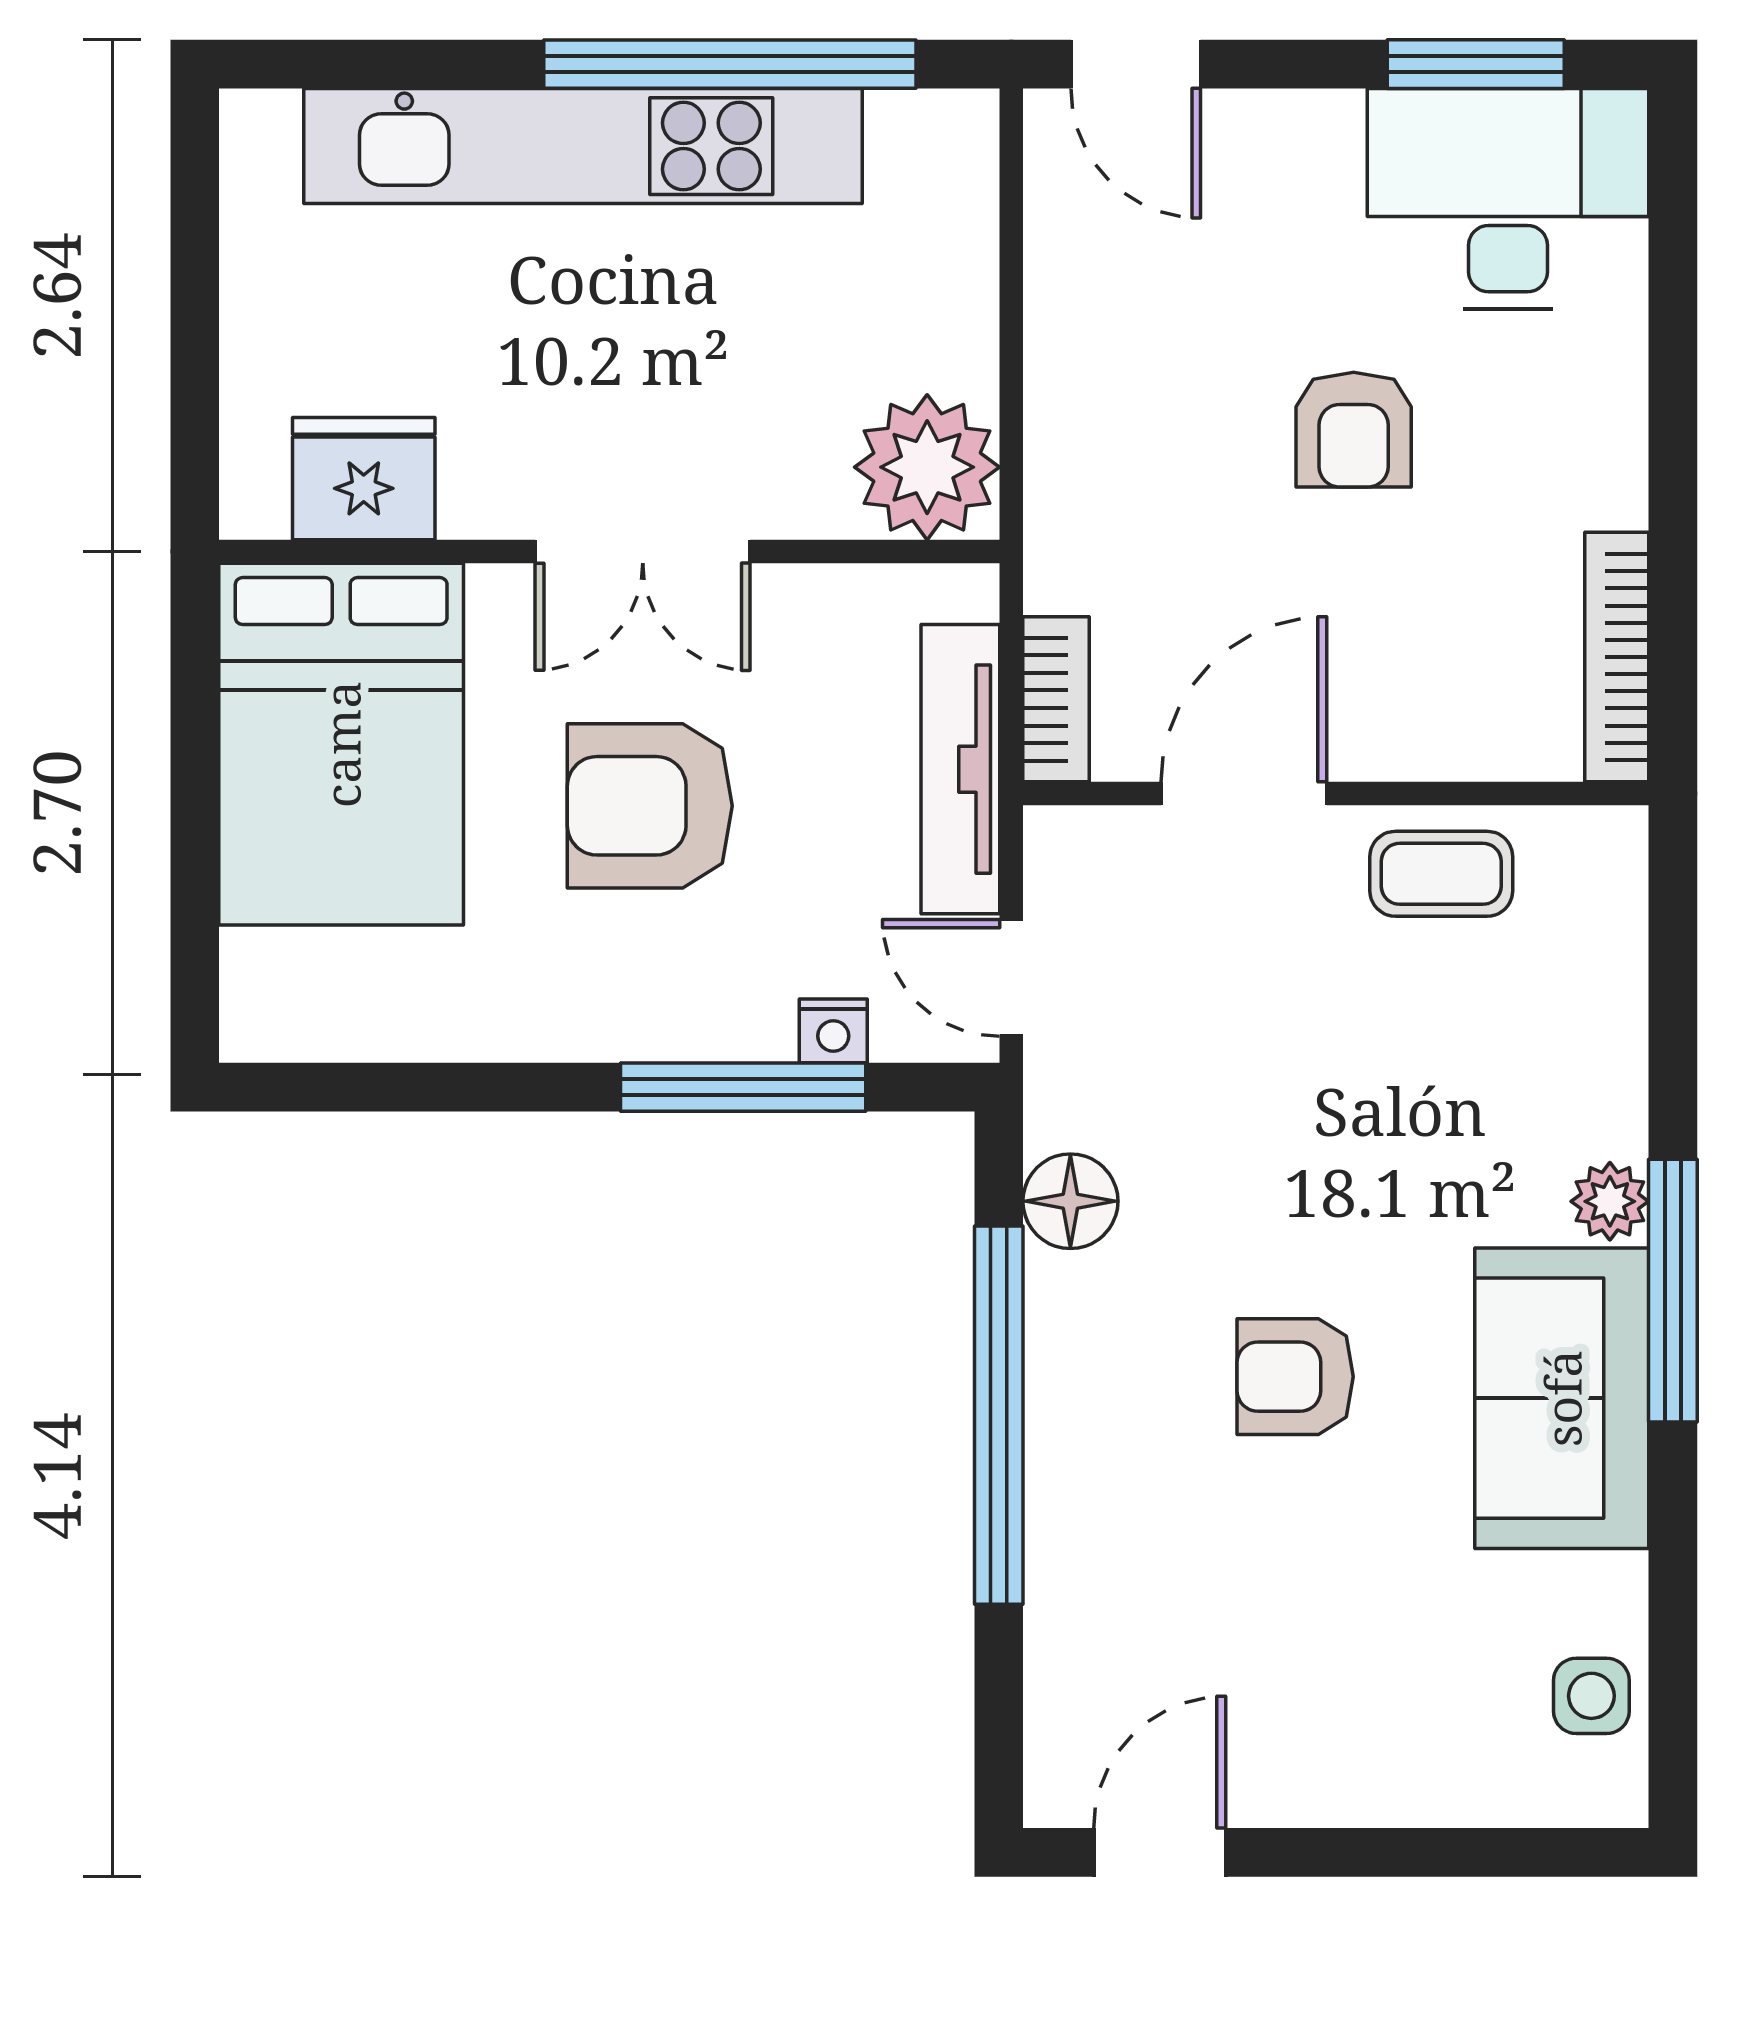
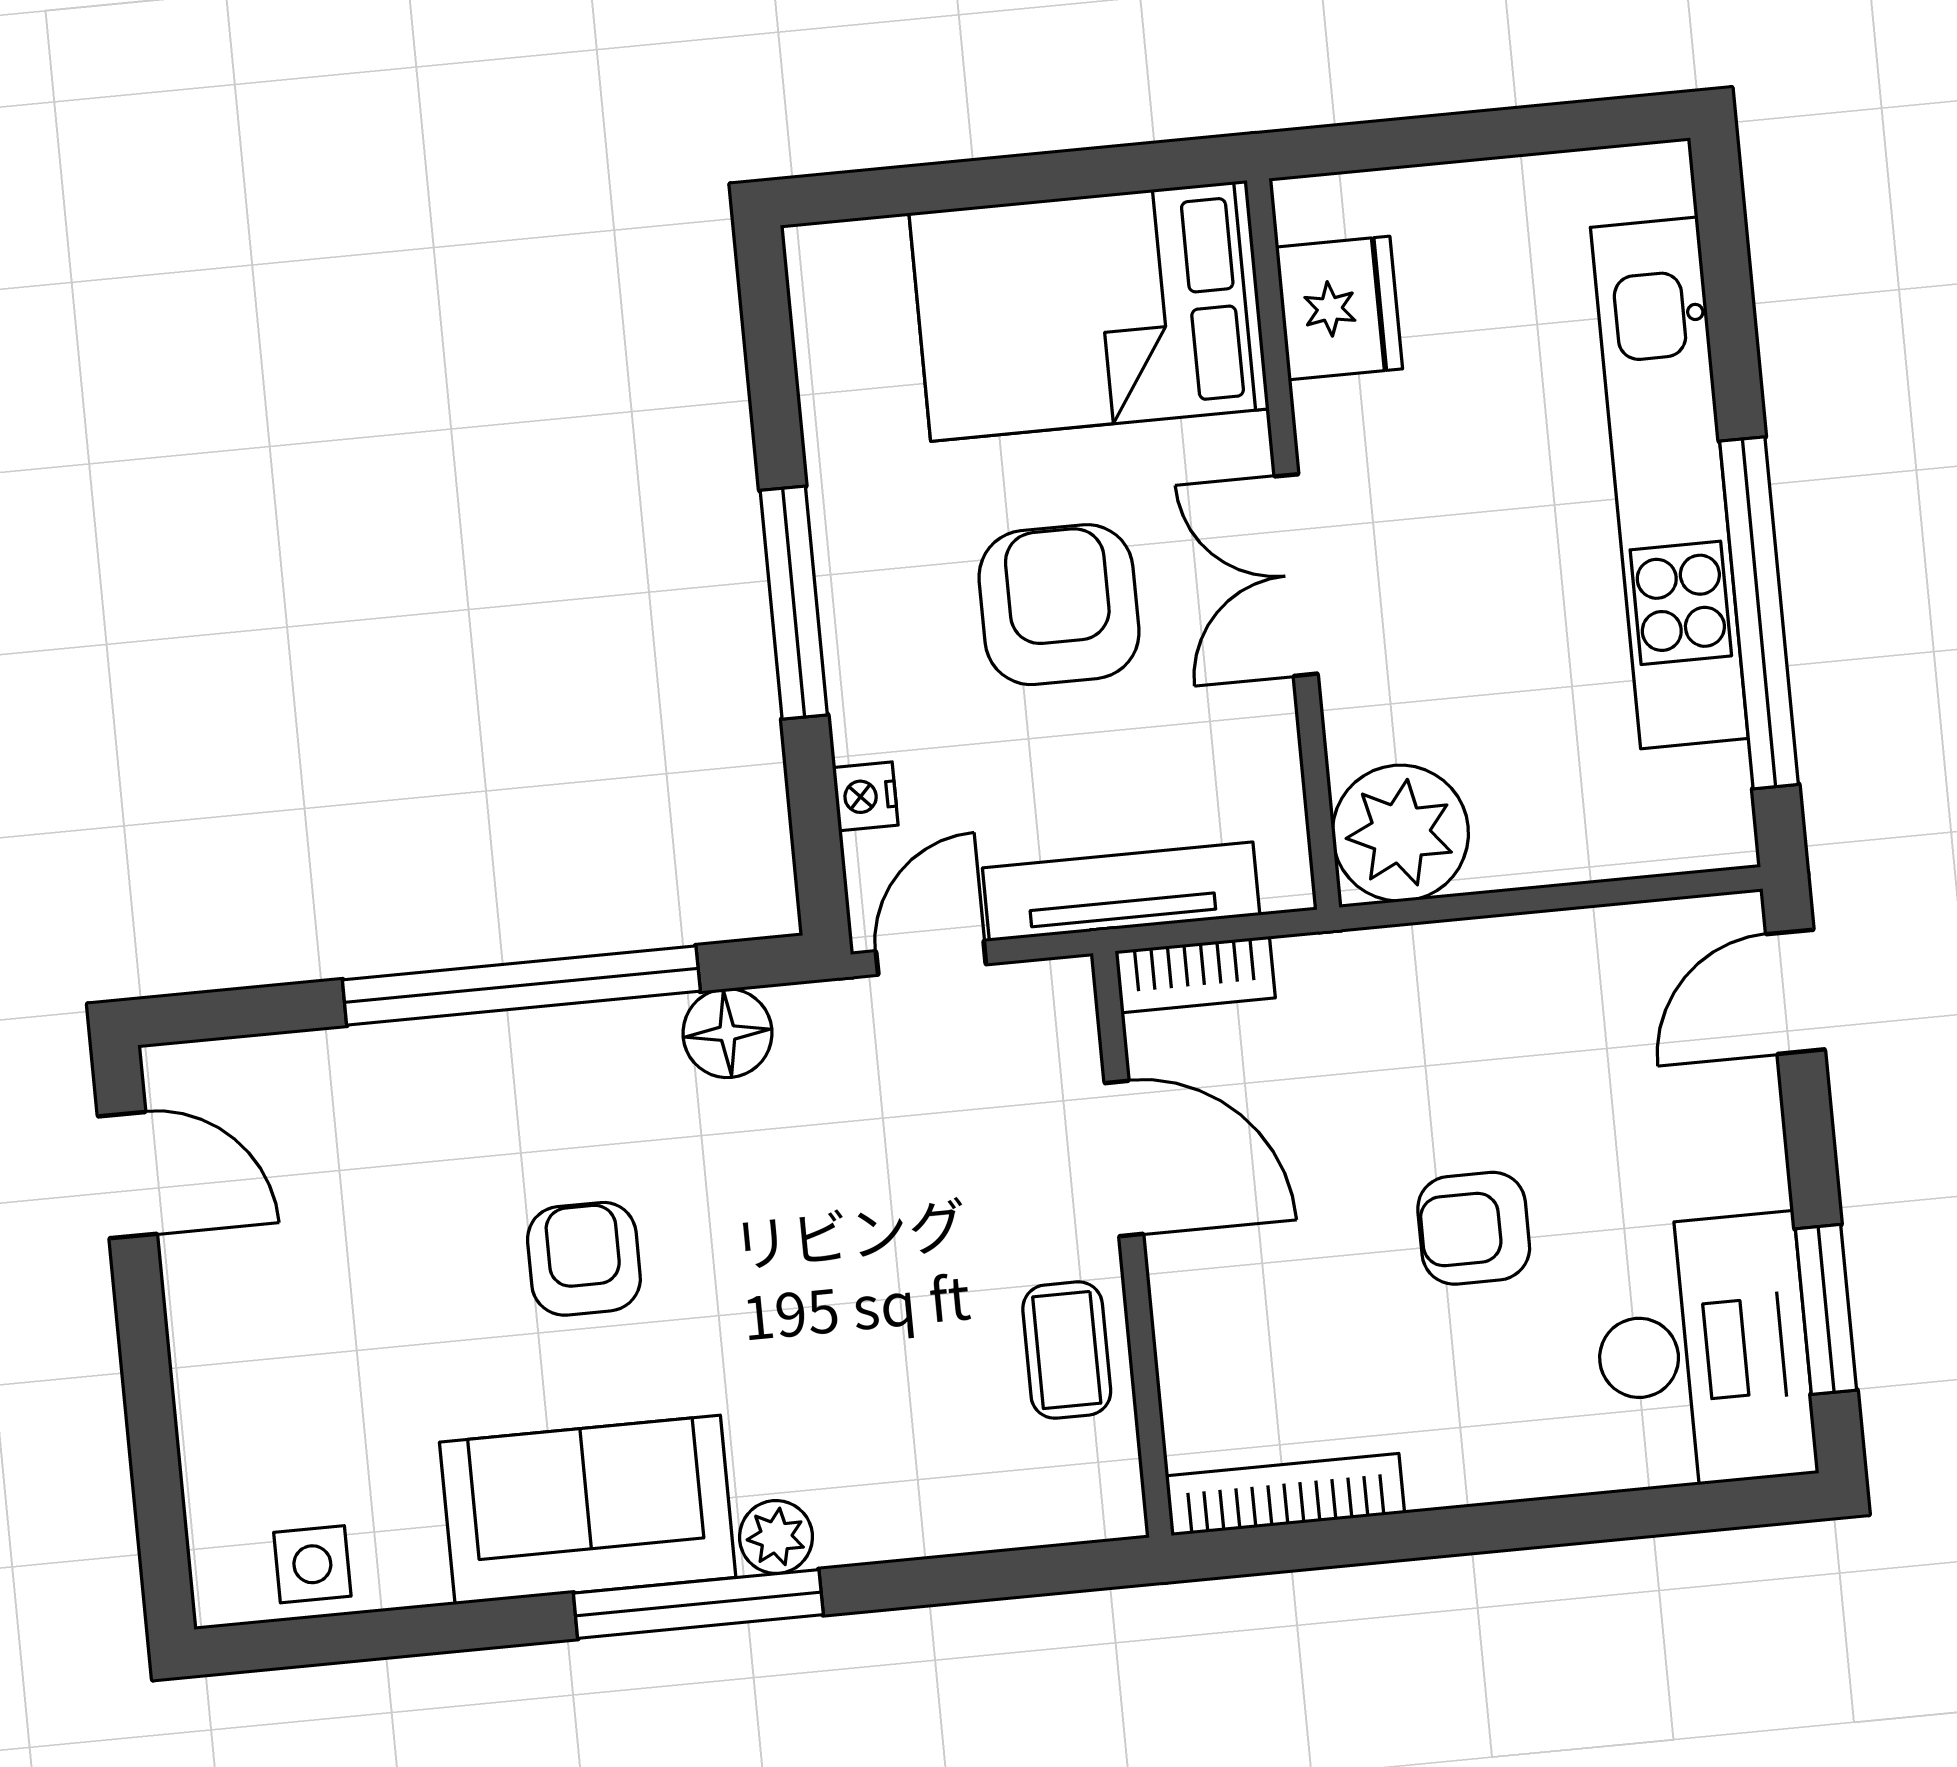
window: (743, 1087) -> (794, 603), moved

